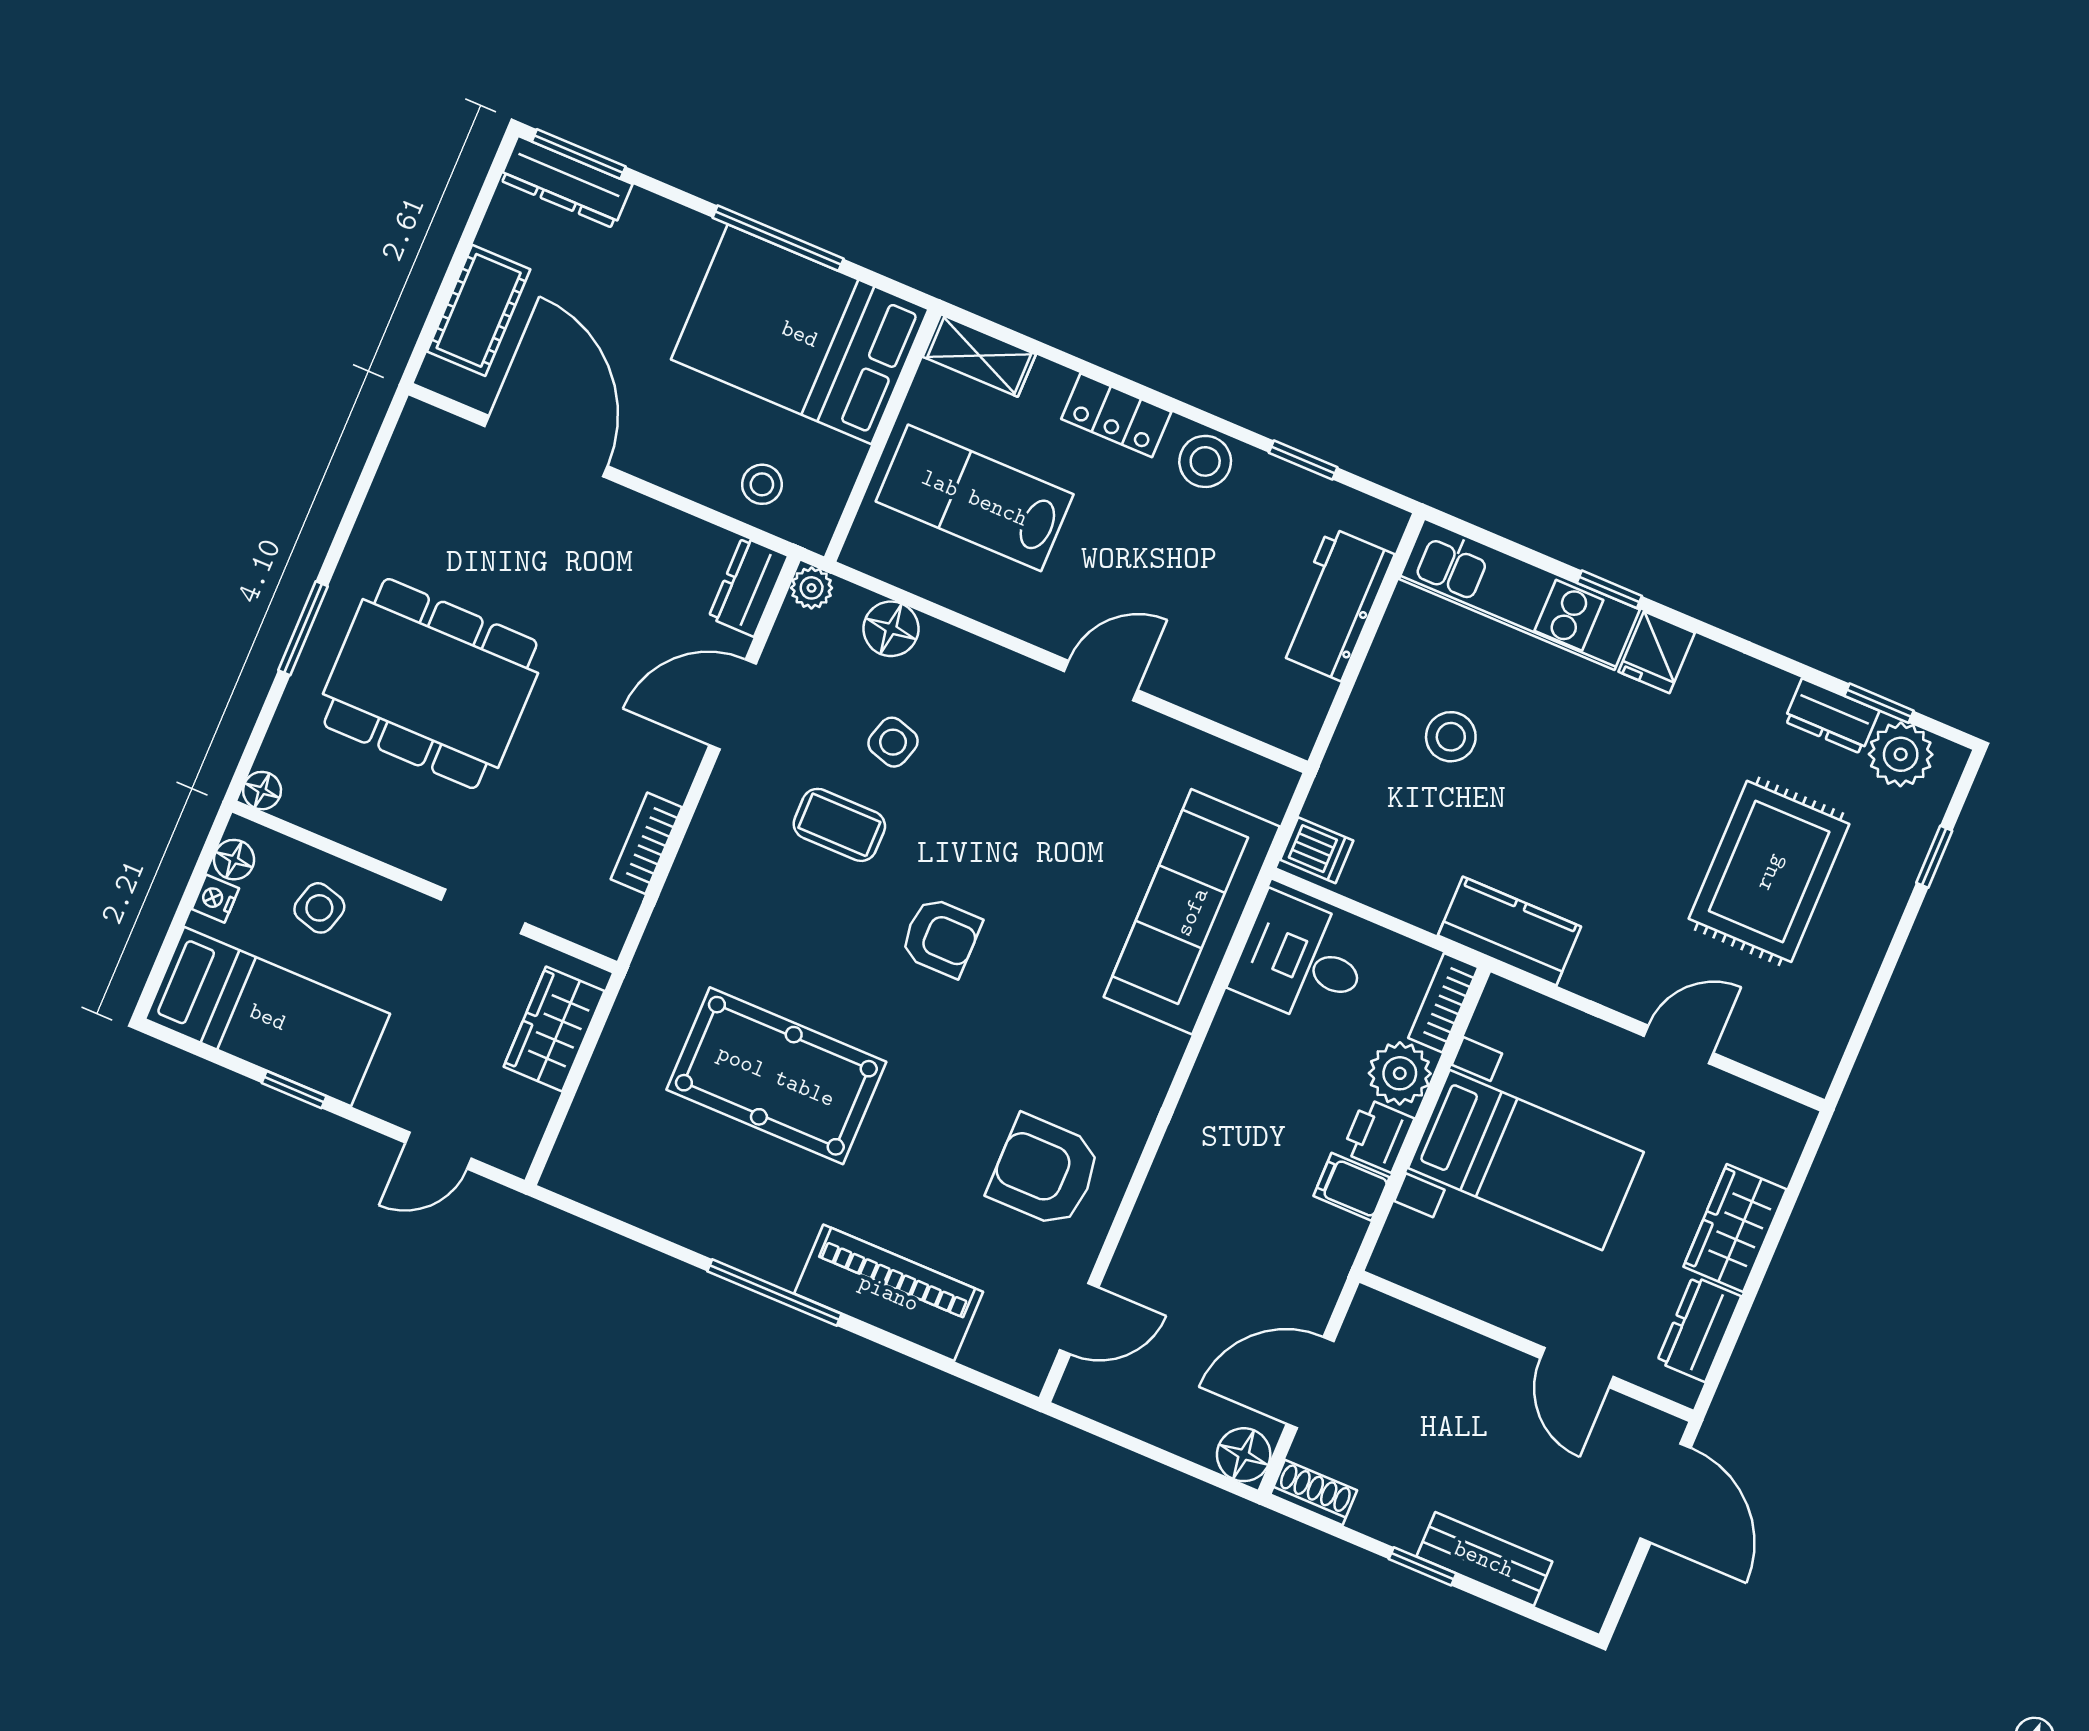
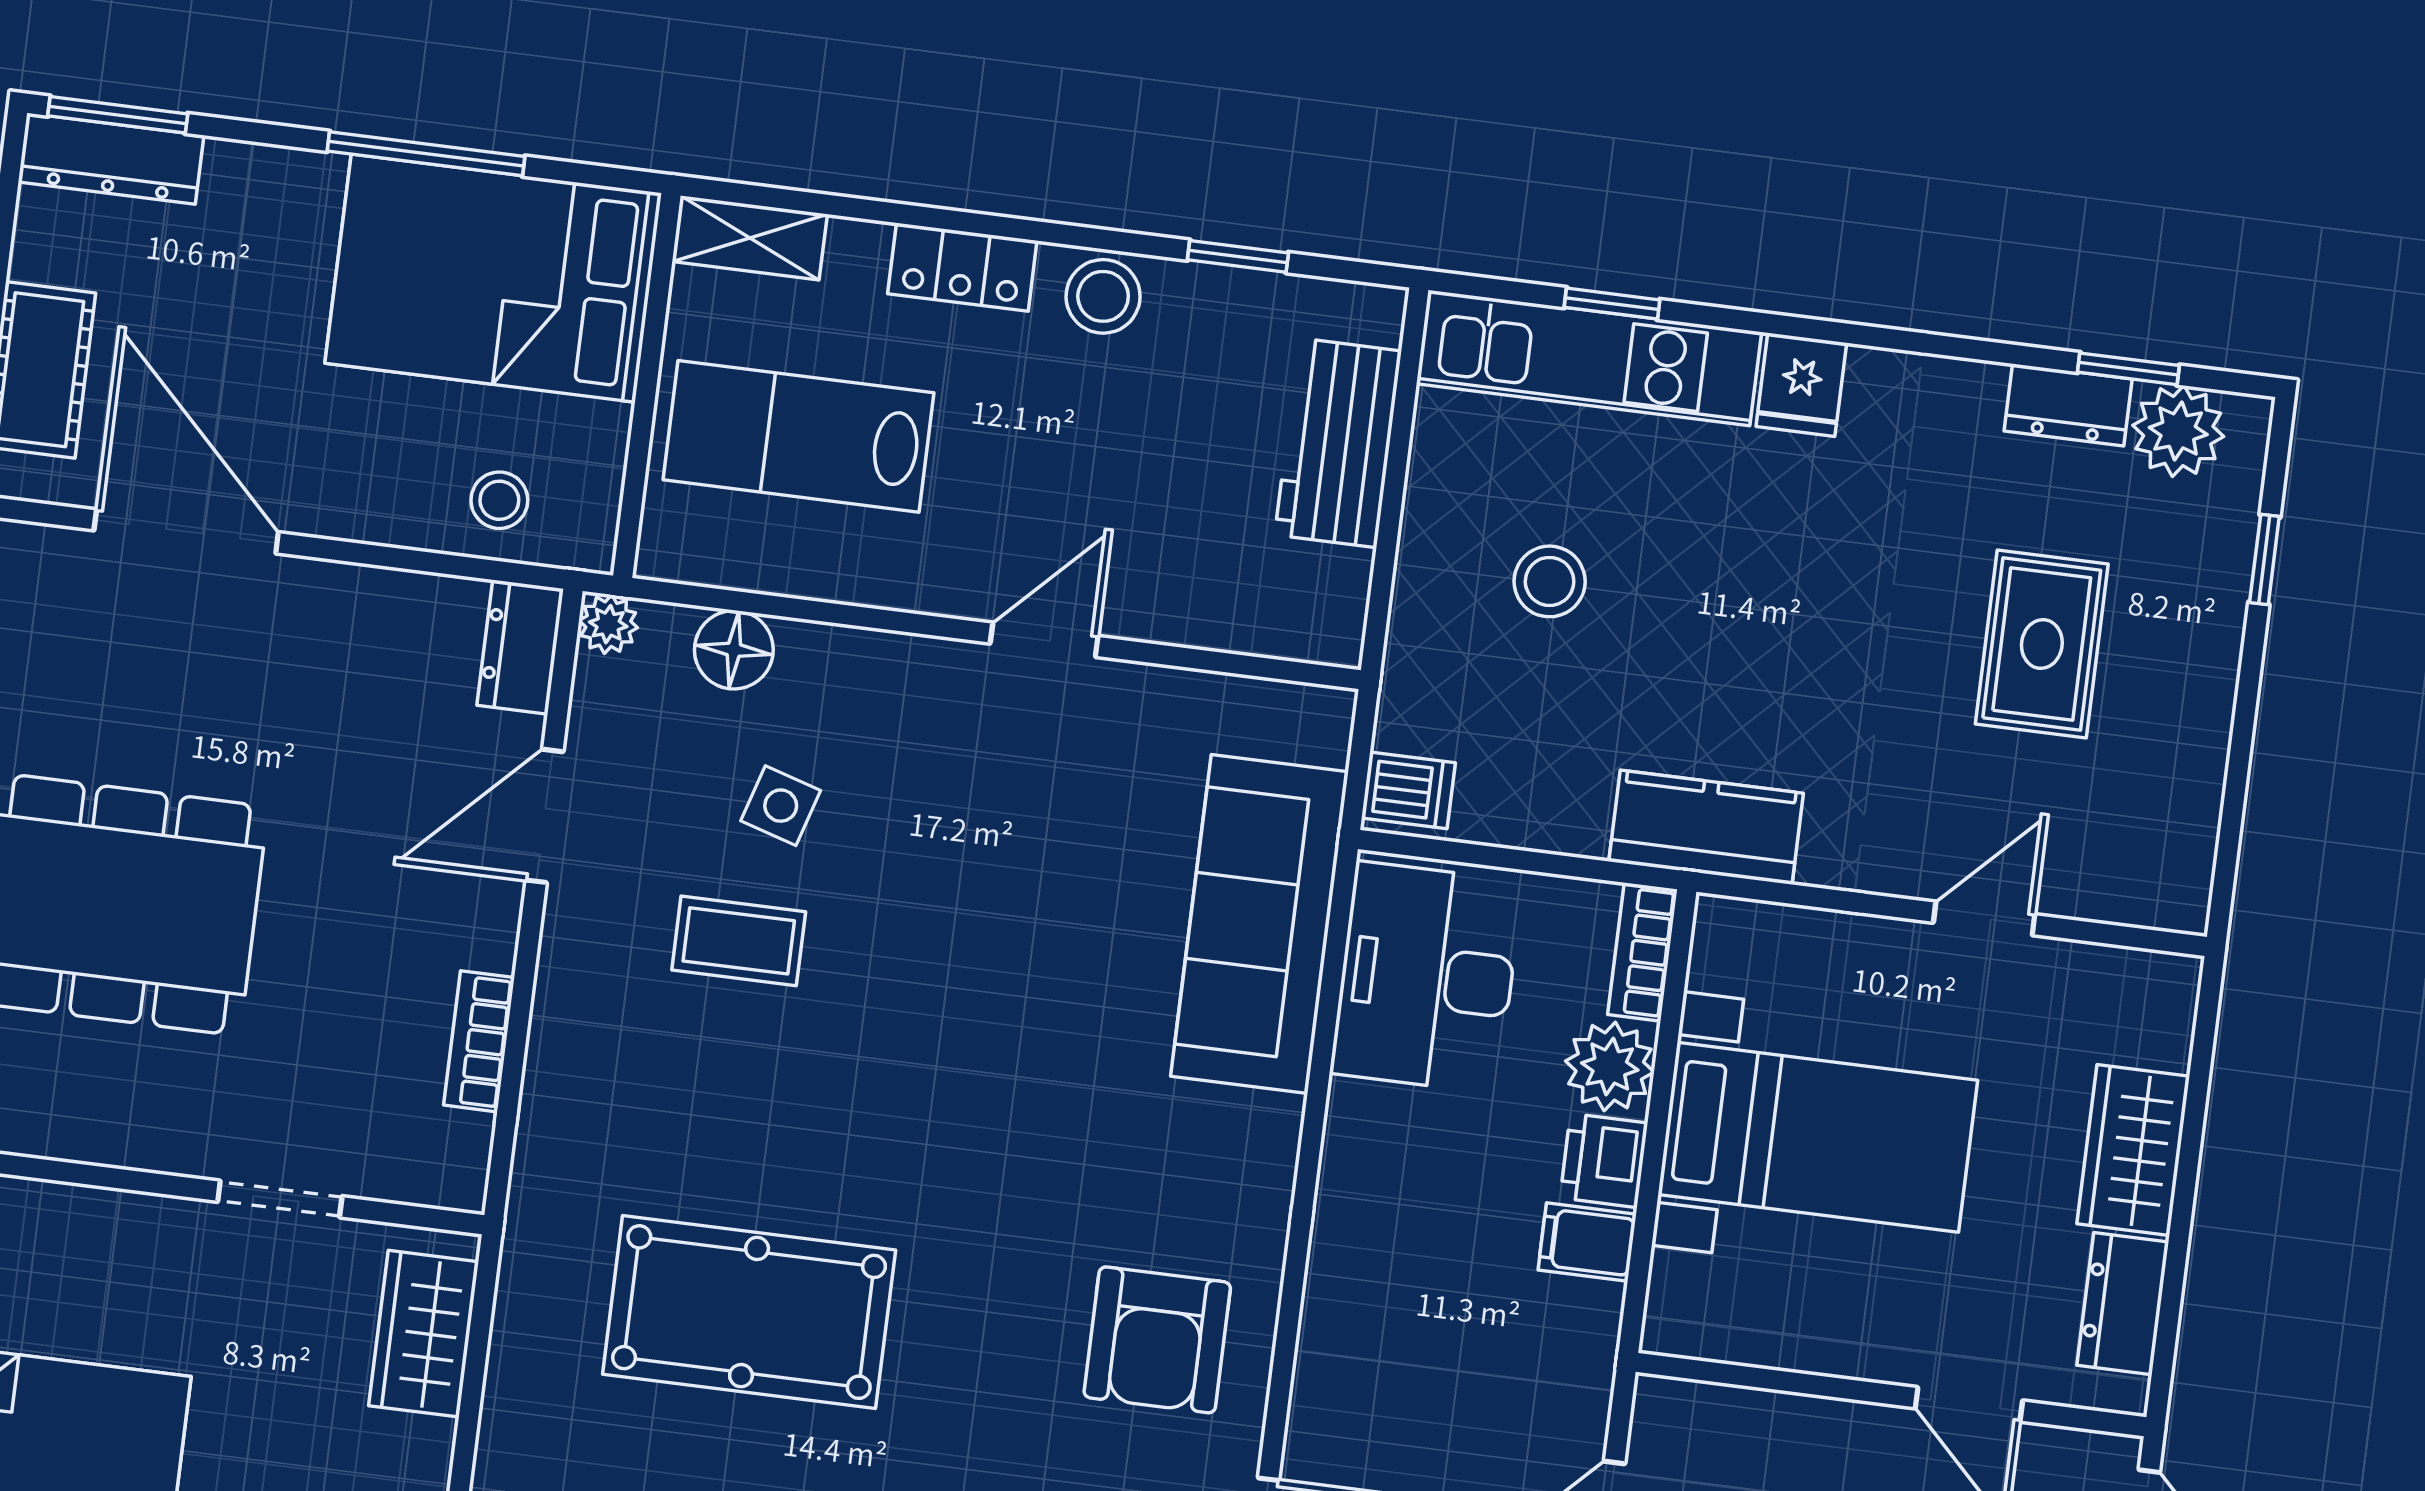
window: (1609, 589) -> (1612, 304), moved
rug: (1769, 871) -> (2042, 644), width x0.73, depth x0.70
side table: (319, 908) -> (52, 1258), removed
armchair: (941, 937) -> (923, 1056), removed
desk: (1302, 960) -> (1427, 977), width x1.37
armchair: (1045, 1171) -> (1157, 1340), turned -90

